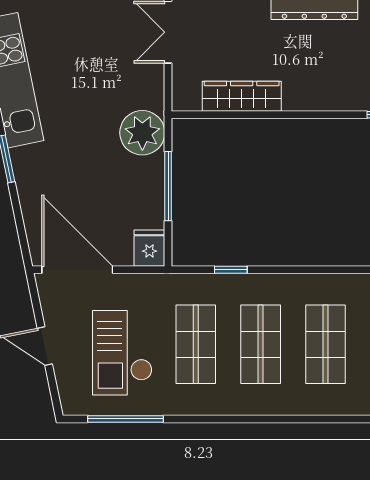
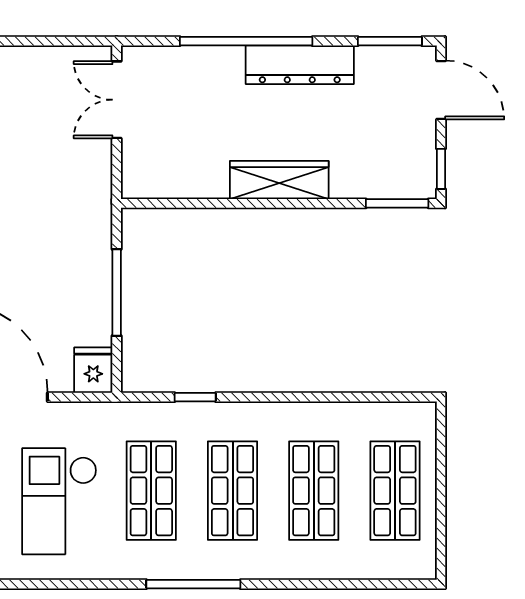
wardrobe: (242, 96) -> (279, 180), moved
plant: (142, 133) -> (84, 226), removed
window: (126, 419) -> (193, 584), moved

